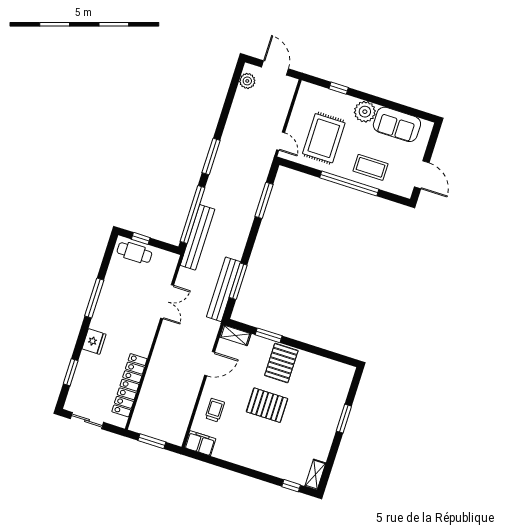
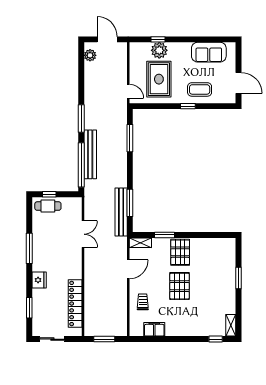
plant: (365, 112) -> (159, 50), moved
window: (349, 183) -> (188, 106), width x0.32
bench: (198, 237) -> (90, 154), moved
pallet: (267, 405) -> (180, 286), turned 90
filing cabinet: (200, 443) -> (154, 329), moved

